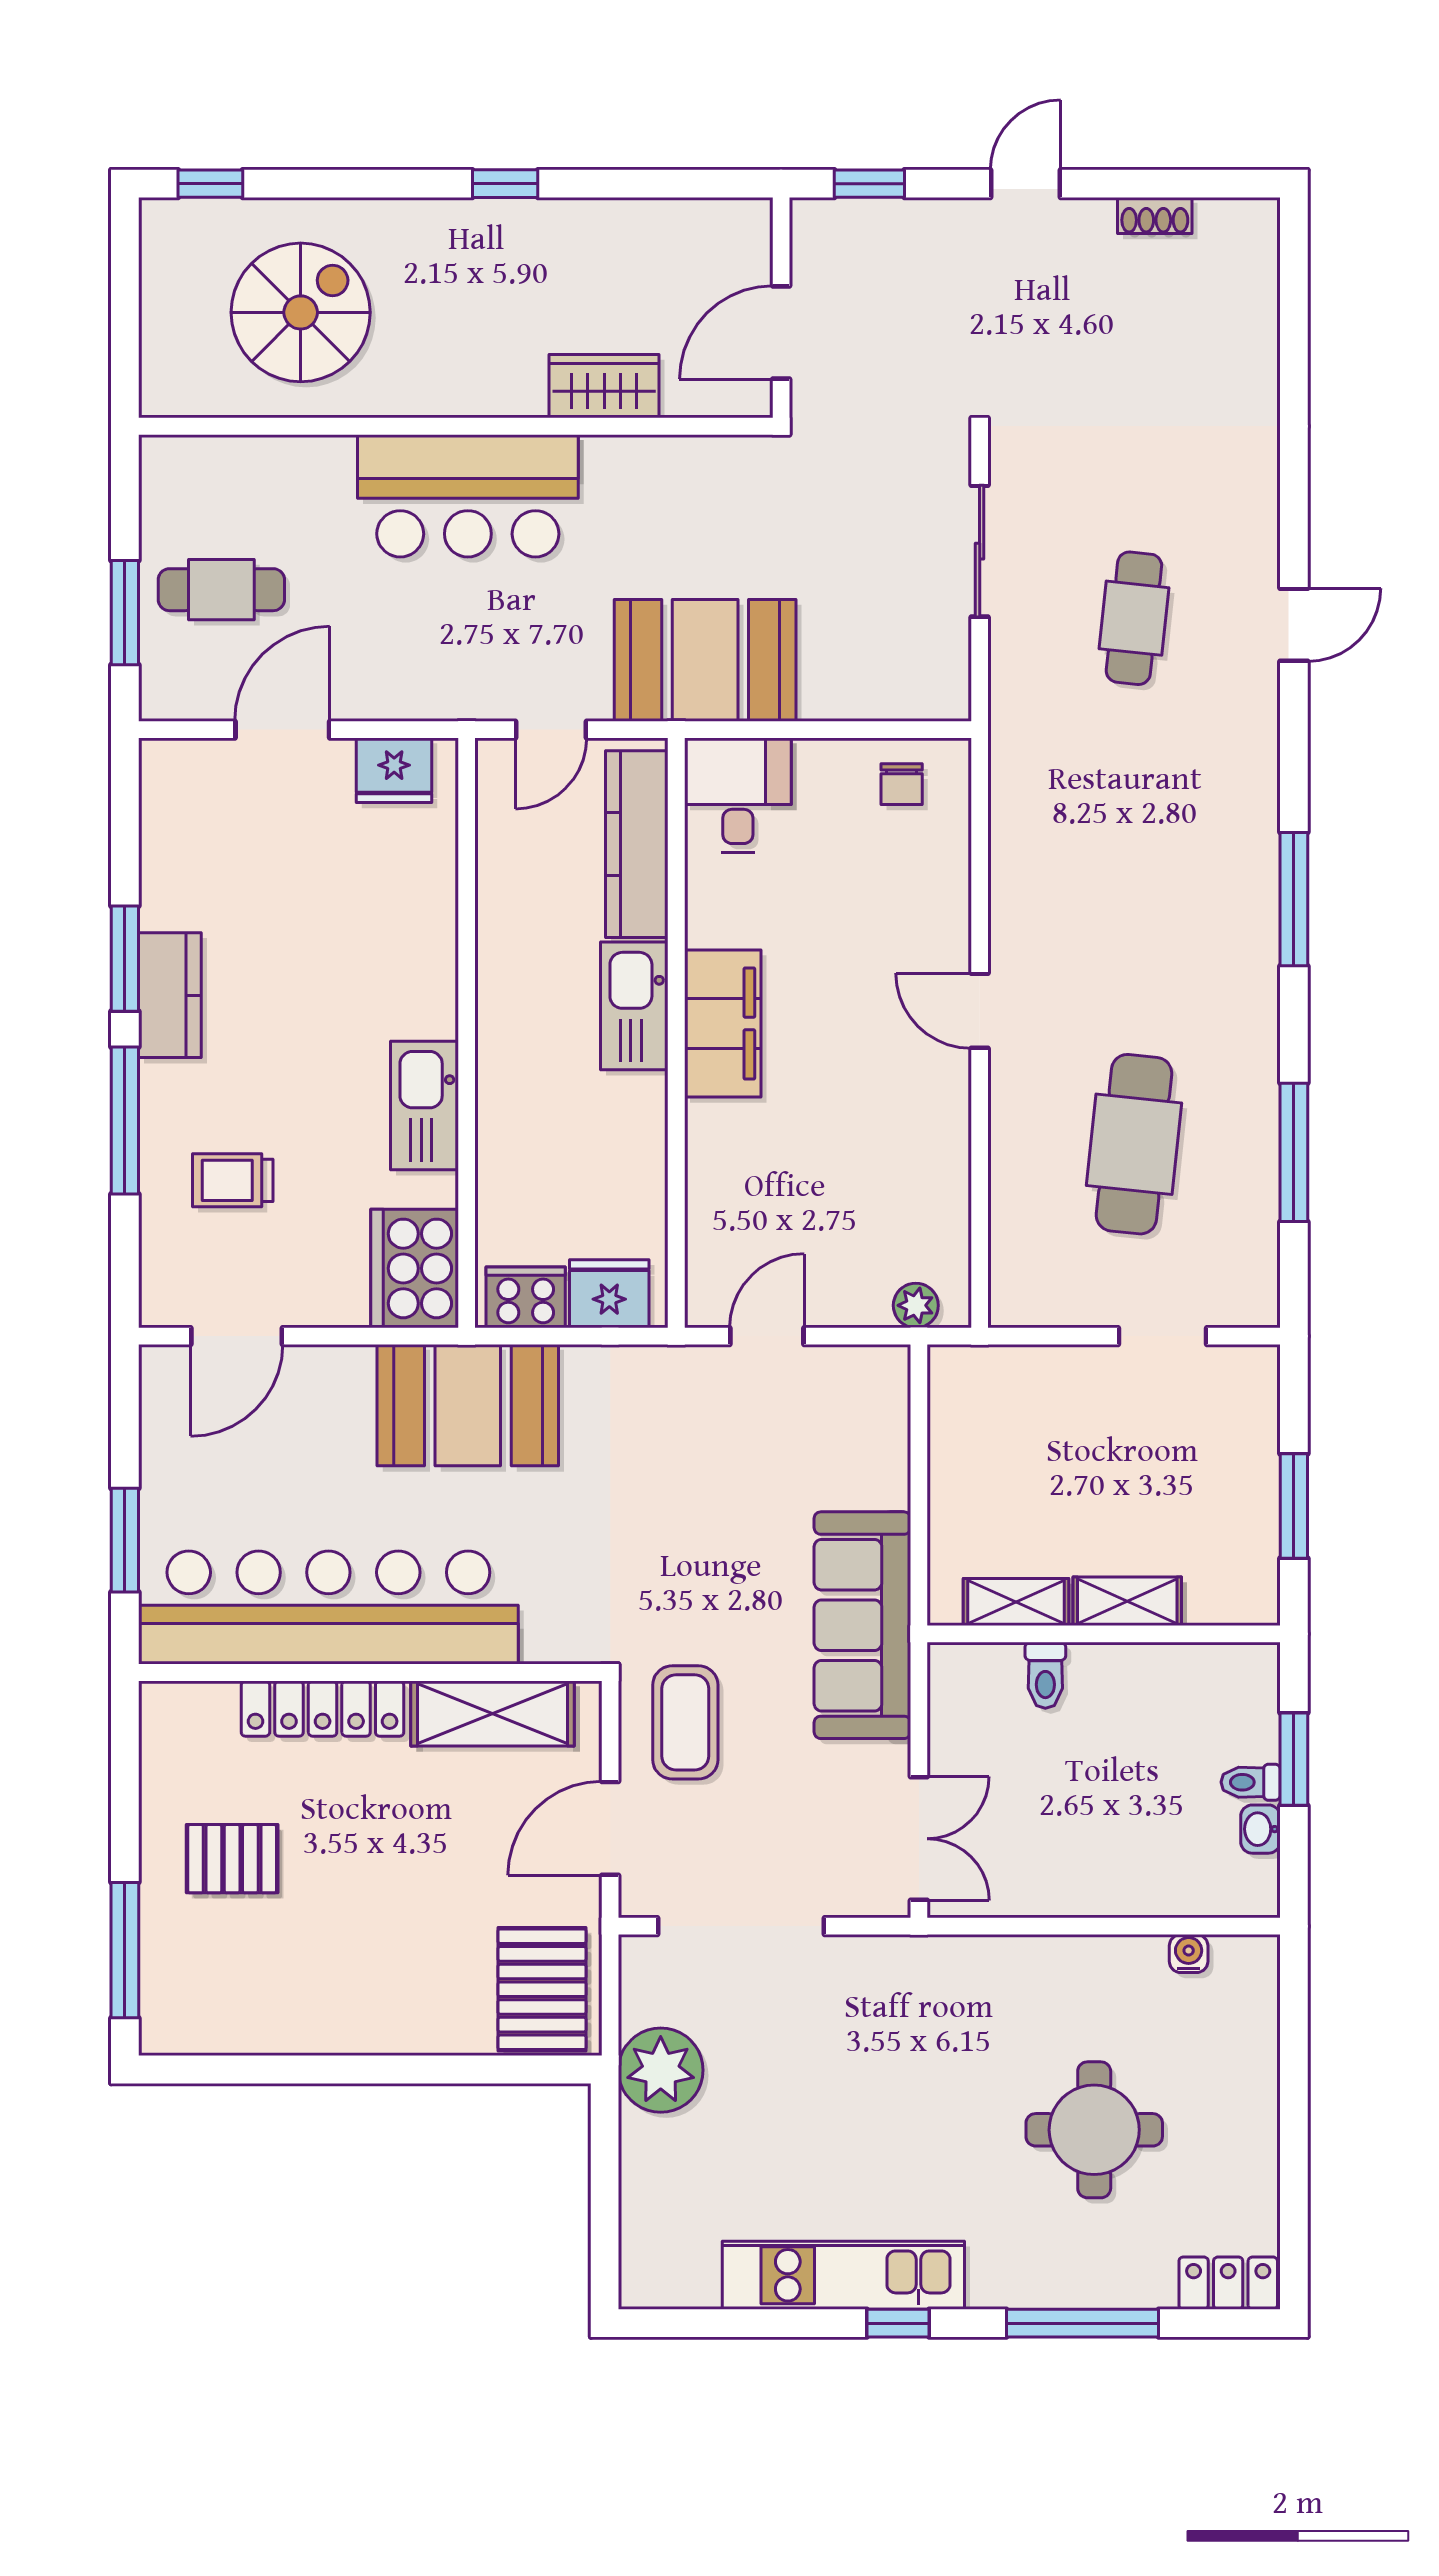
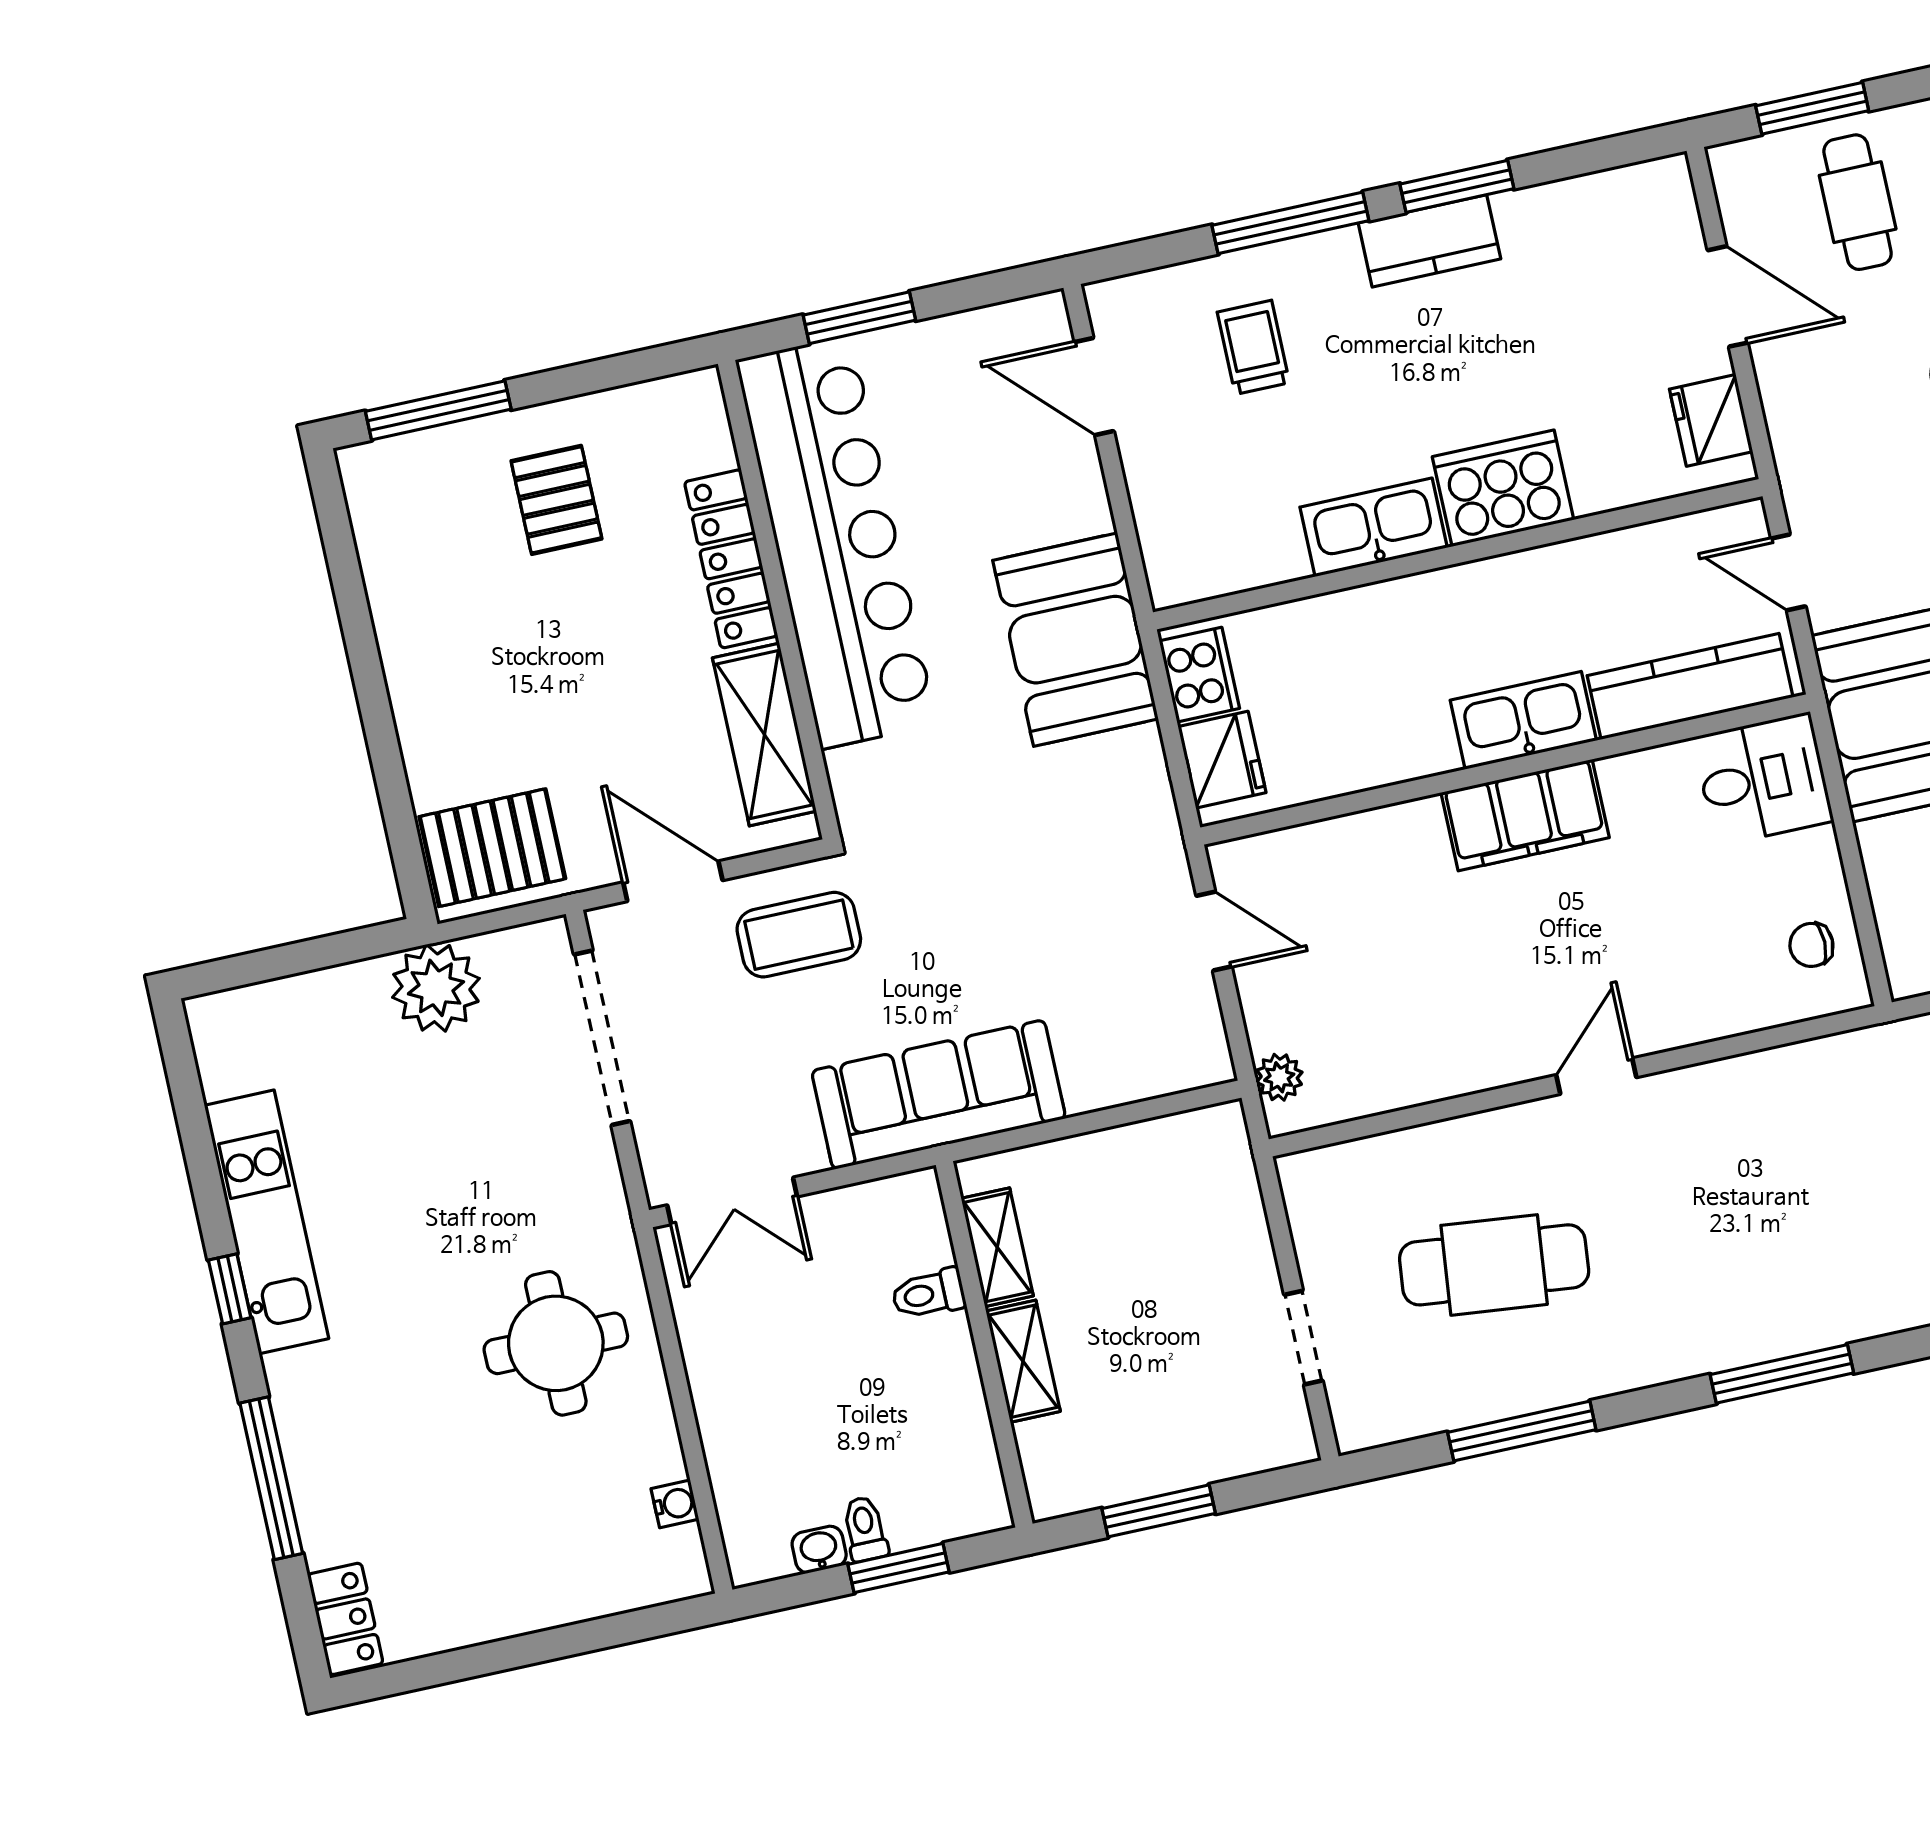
cooker: (415, 1268) -> (1503, 488), moved
round table: (1094, 2130) -> (556, 1343), moved

